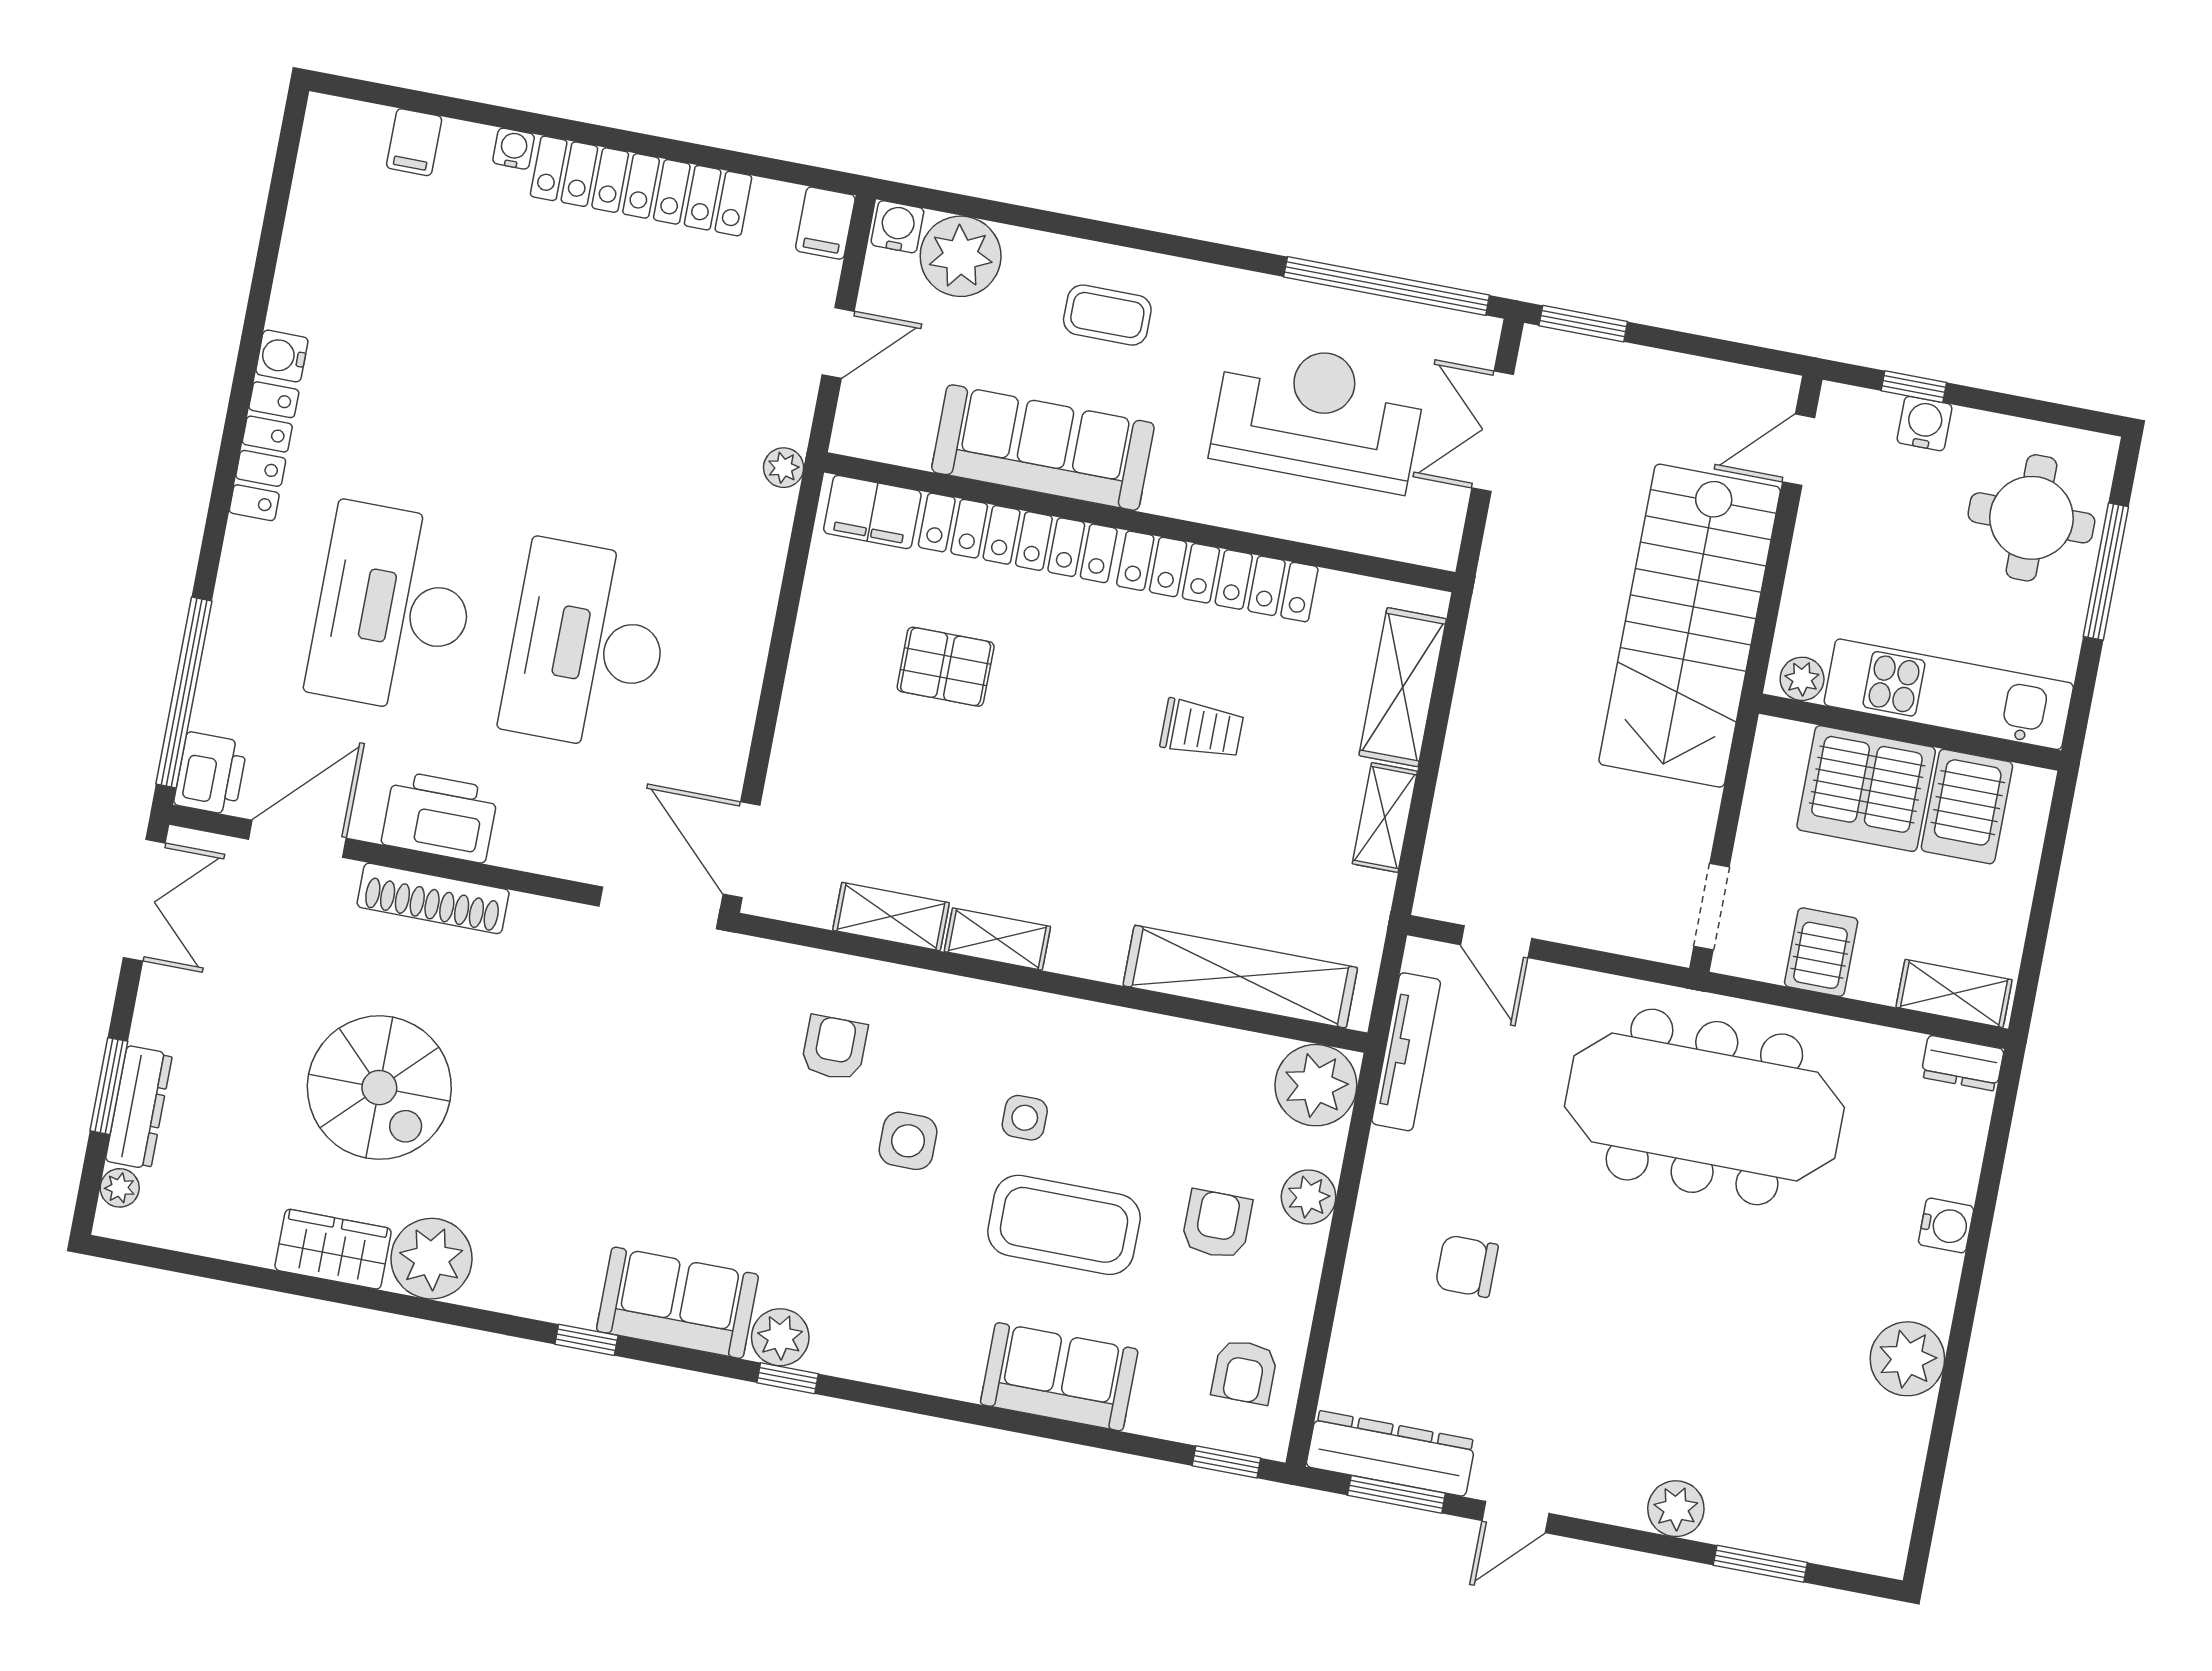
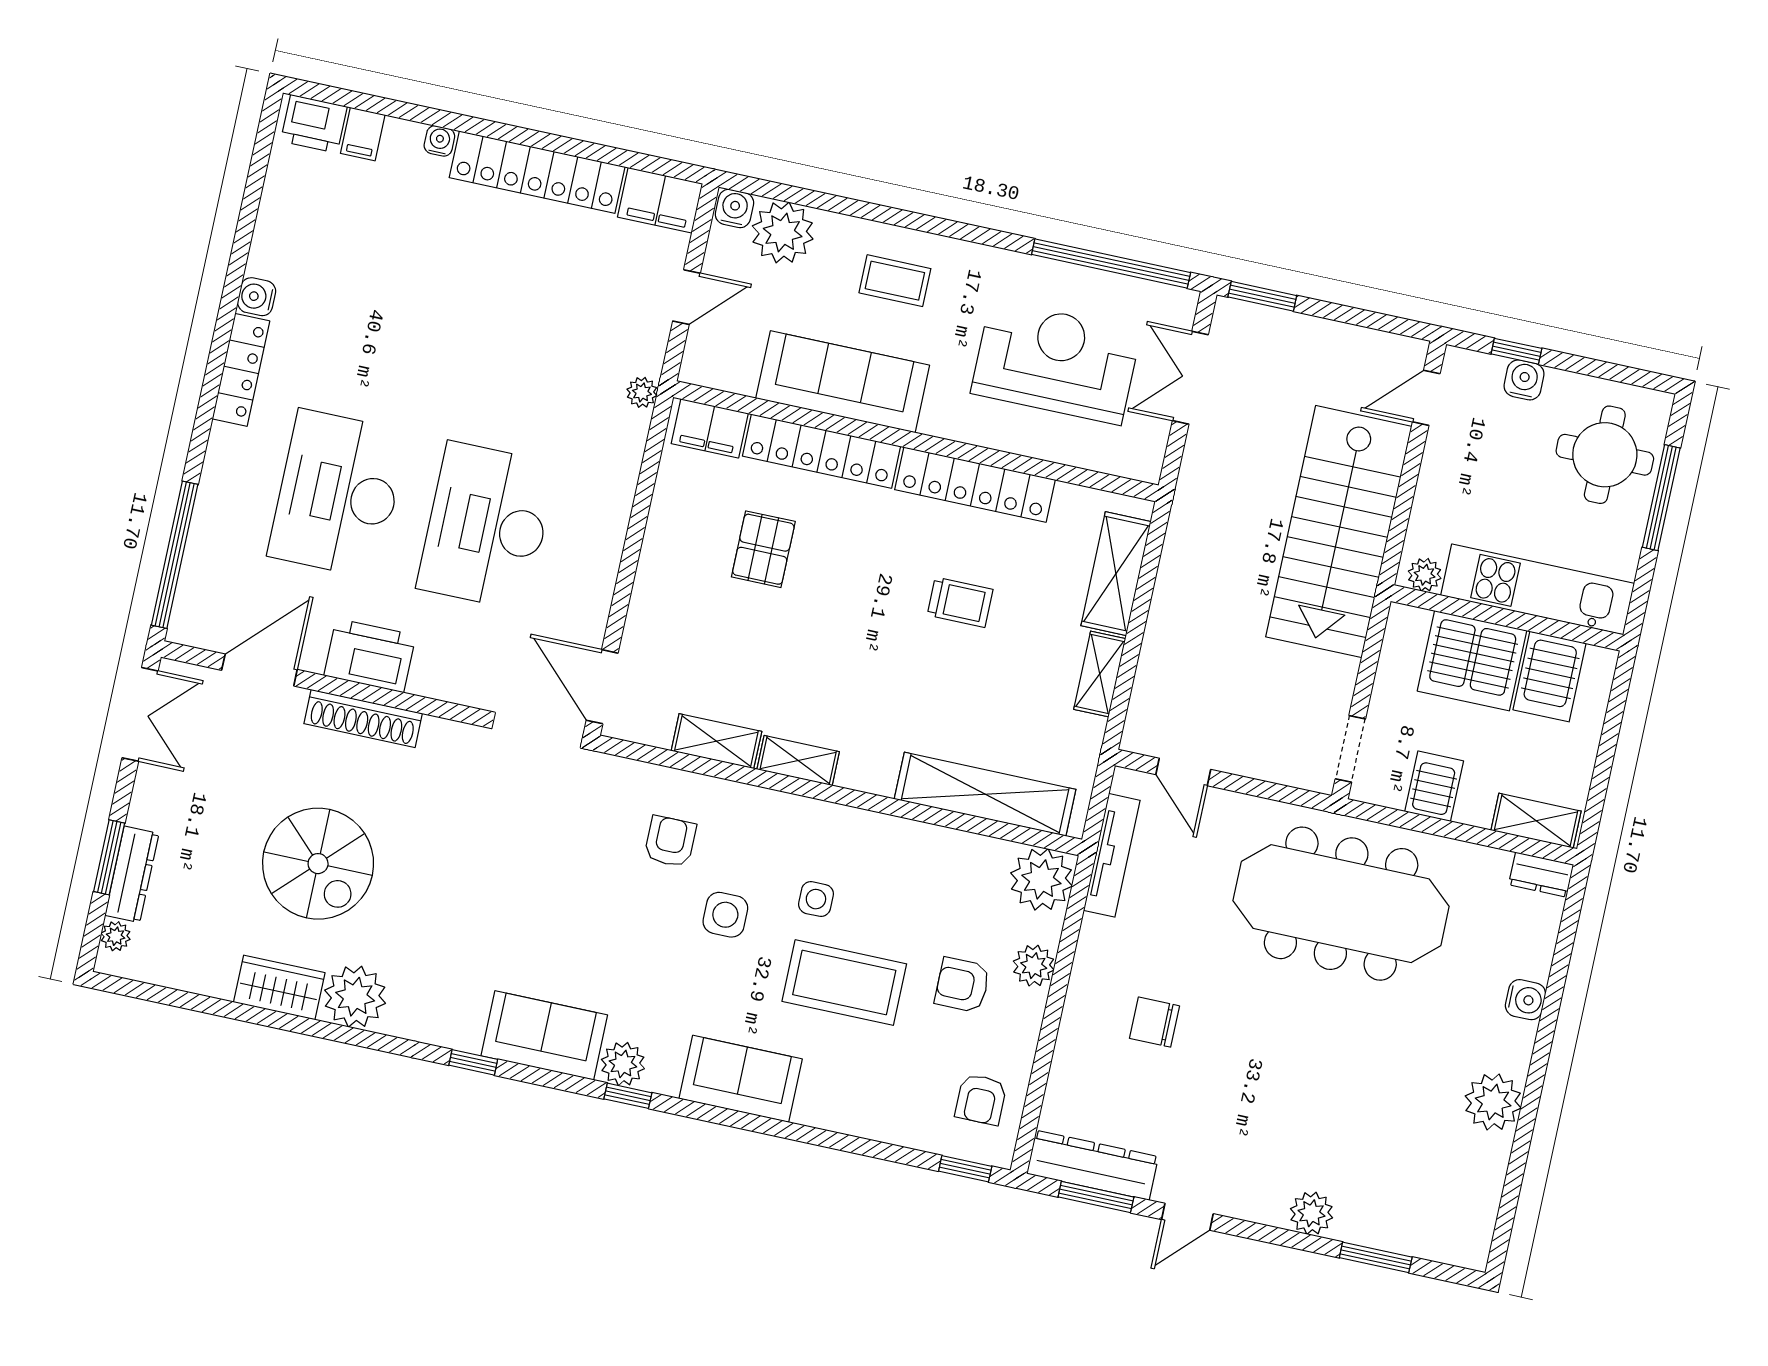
filing cabinet: (825, 223) -> (660, 200), width x2.00
pallet: (946, 667) -> (763, 549), turned 90
printer: (211, 774) -> (314, 124), moved, turned 90
armchair: (1217, 1224) -> (962, 985), turned -90
sofa: (1059, 1377) -> (741, 1079), moved

